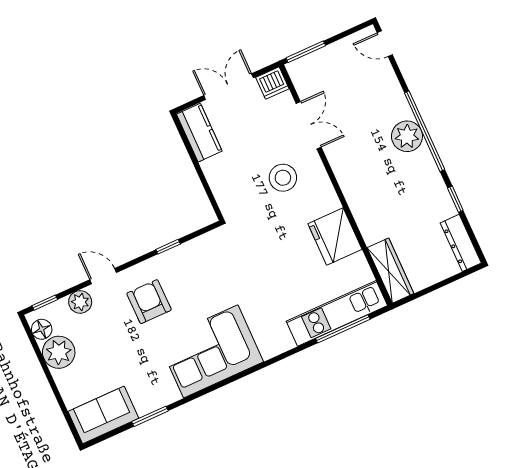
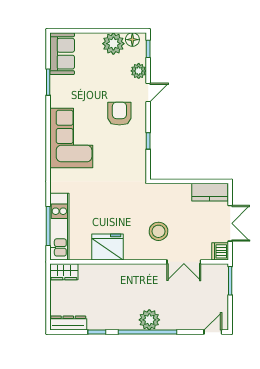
wardrobe: (390, 271) -> (64, 272), width x0.67
armchair: (149, 302) -> (119, 114), turned -90

